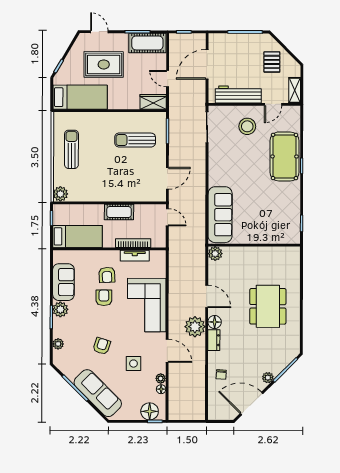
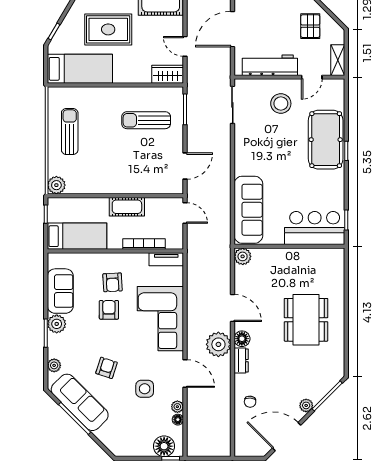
bar counter: (275, 230) -> (315, 228), added
tv unit: (135, 256) -> (166, 259), moved
sofa: (98, 393) -> (80, 402), moved

